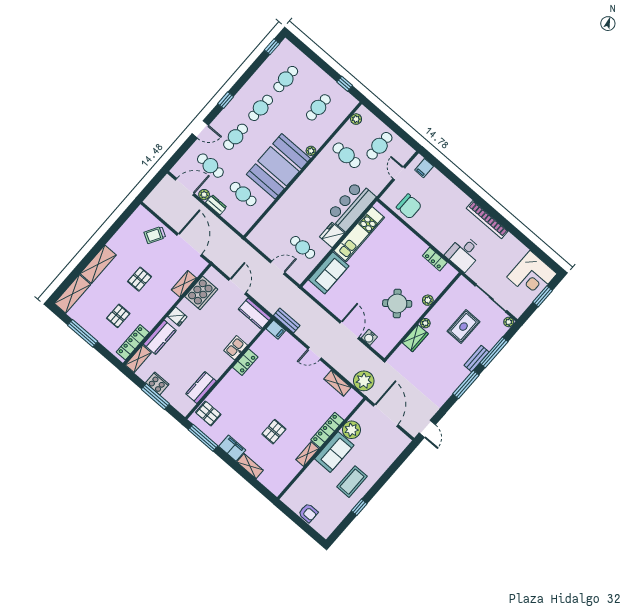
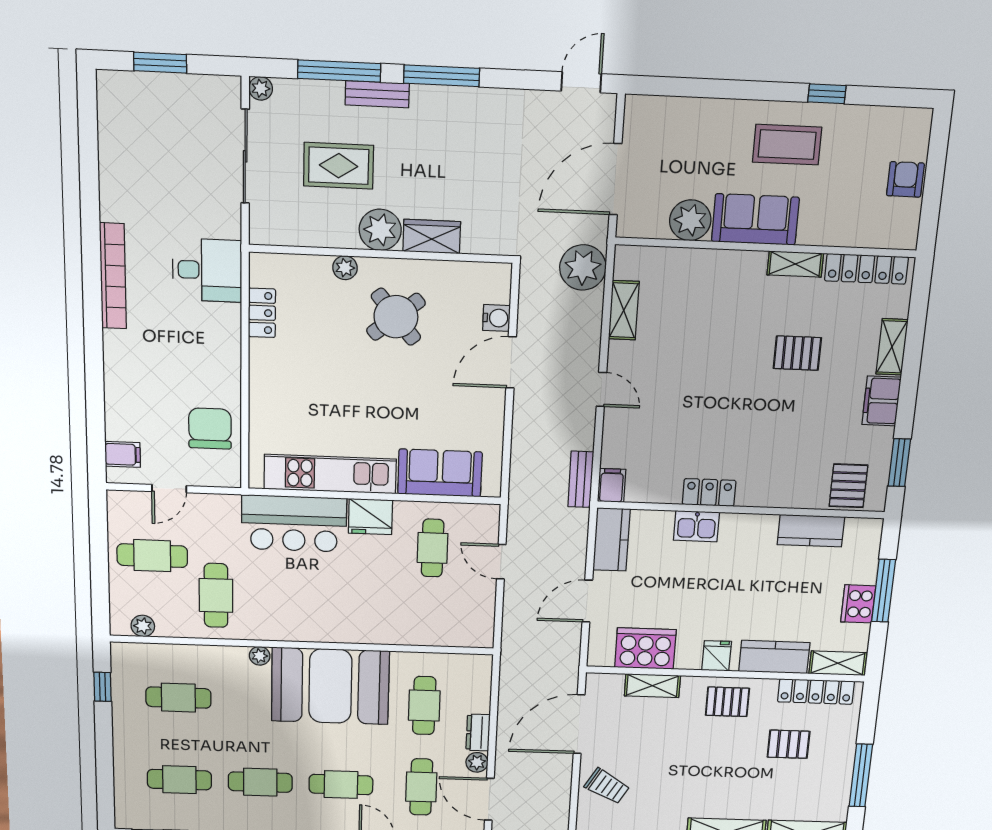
corner desk: (532, 275) -> (140, 114), removed
pallet: (140, 279) -> (727, 702), moved
plant: (425, 323) -> (380, 230), width x1.88, depth x1.88
locker: (327, 430) -> (866, 269), moved
window: (203, 438) -> (899, 463), width x0.69

